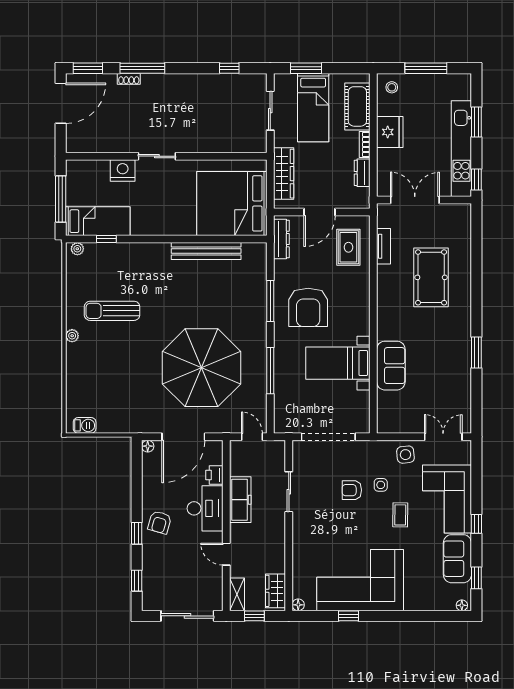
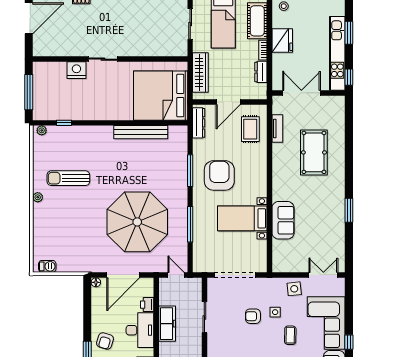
bed: (98, 221) -> (57, 109), removed
armchair: (308, 307) -> (219, 175), turned 180

